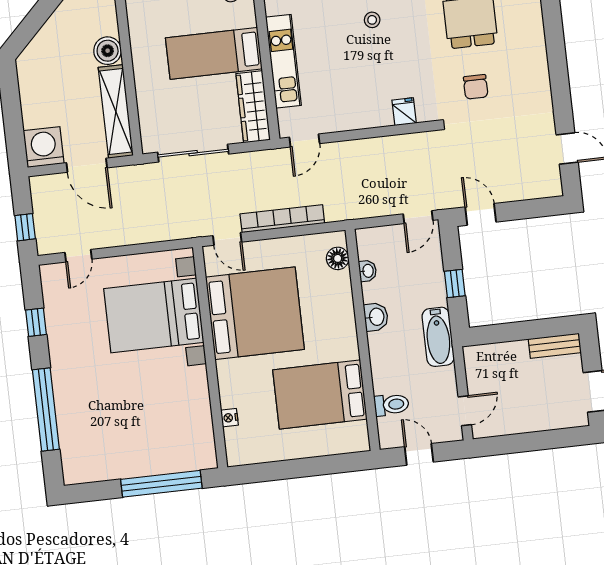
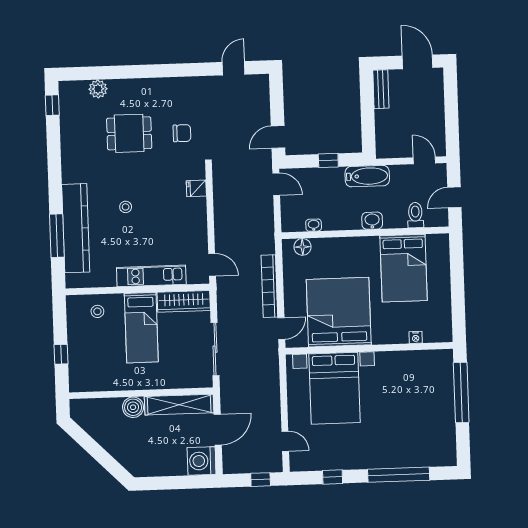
washbasin: (376, 317) -> (372, 221), moved

